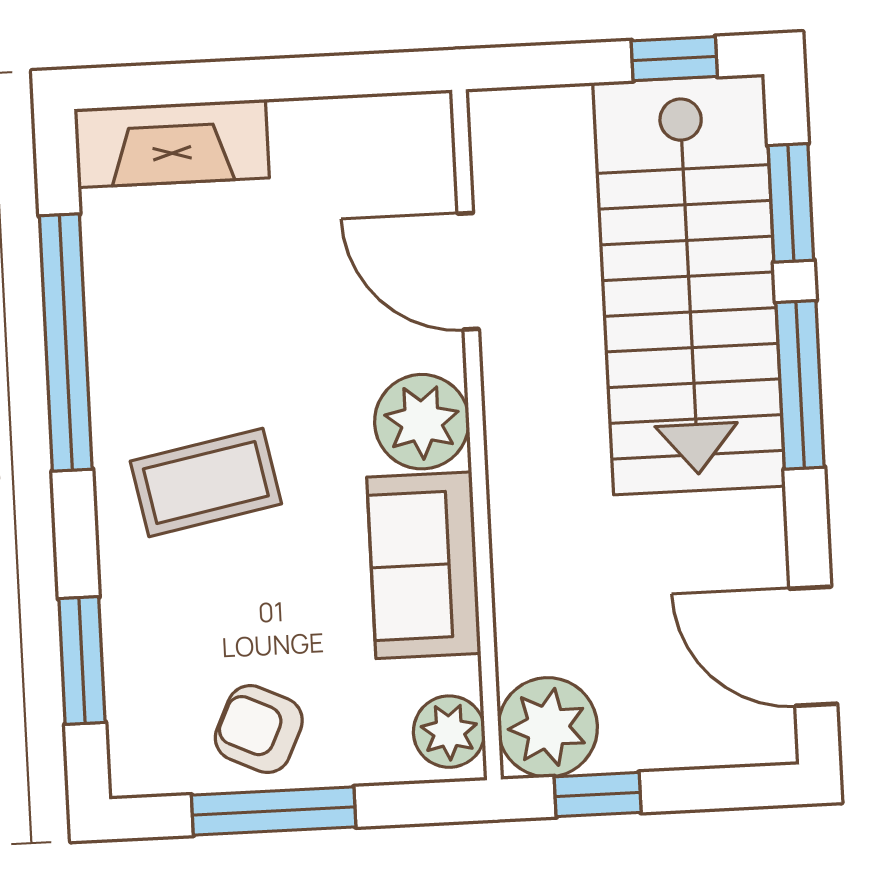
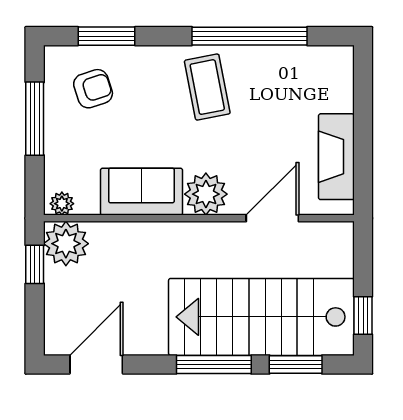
fireplace: (172, 143) -> (336, 157), moved
coffee table: (206, 482) -> (207, 87), moved
armchair: (259, 729) -> (93, 89), moved, turned 47
plant: (449, 732) -> (62, 204), width x0.73, depth x0.73

